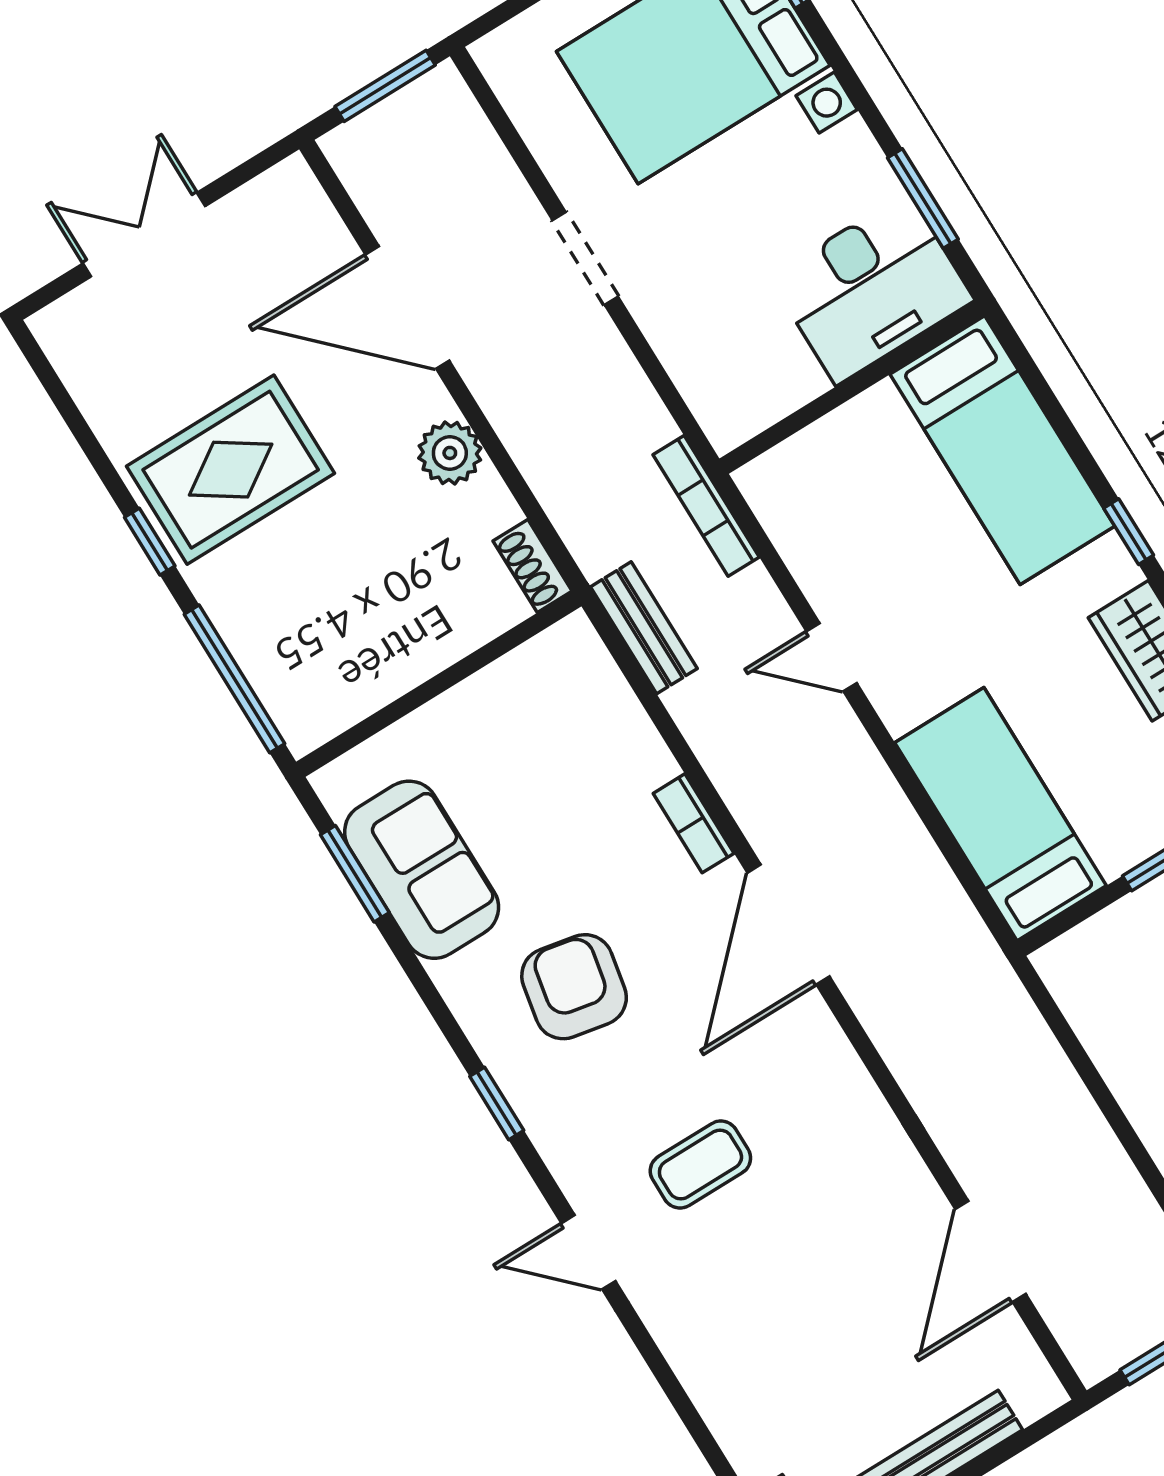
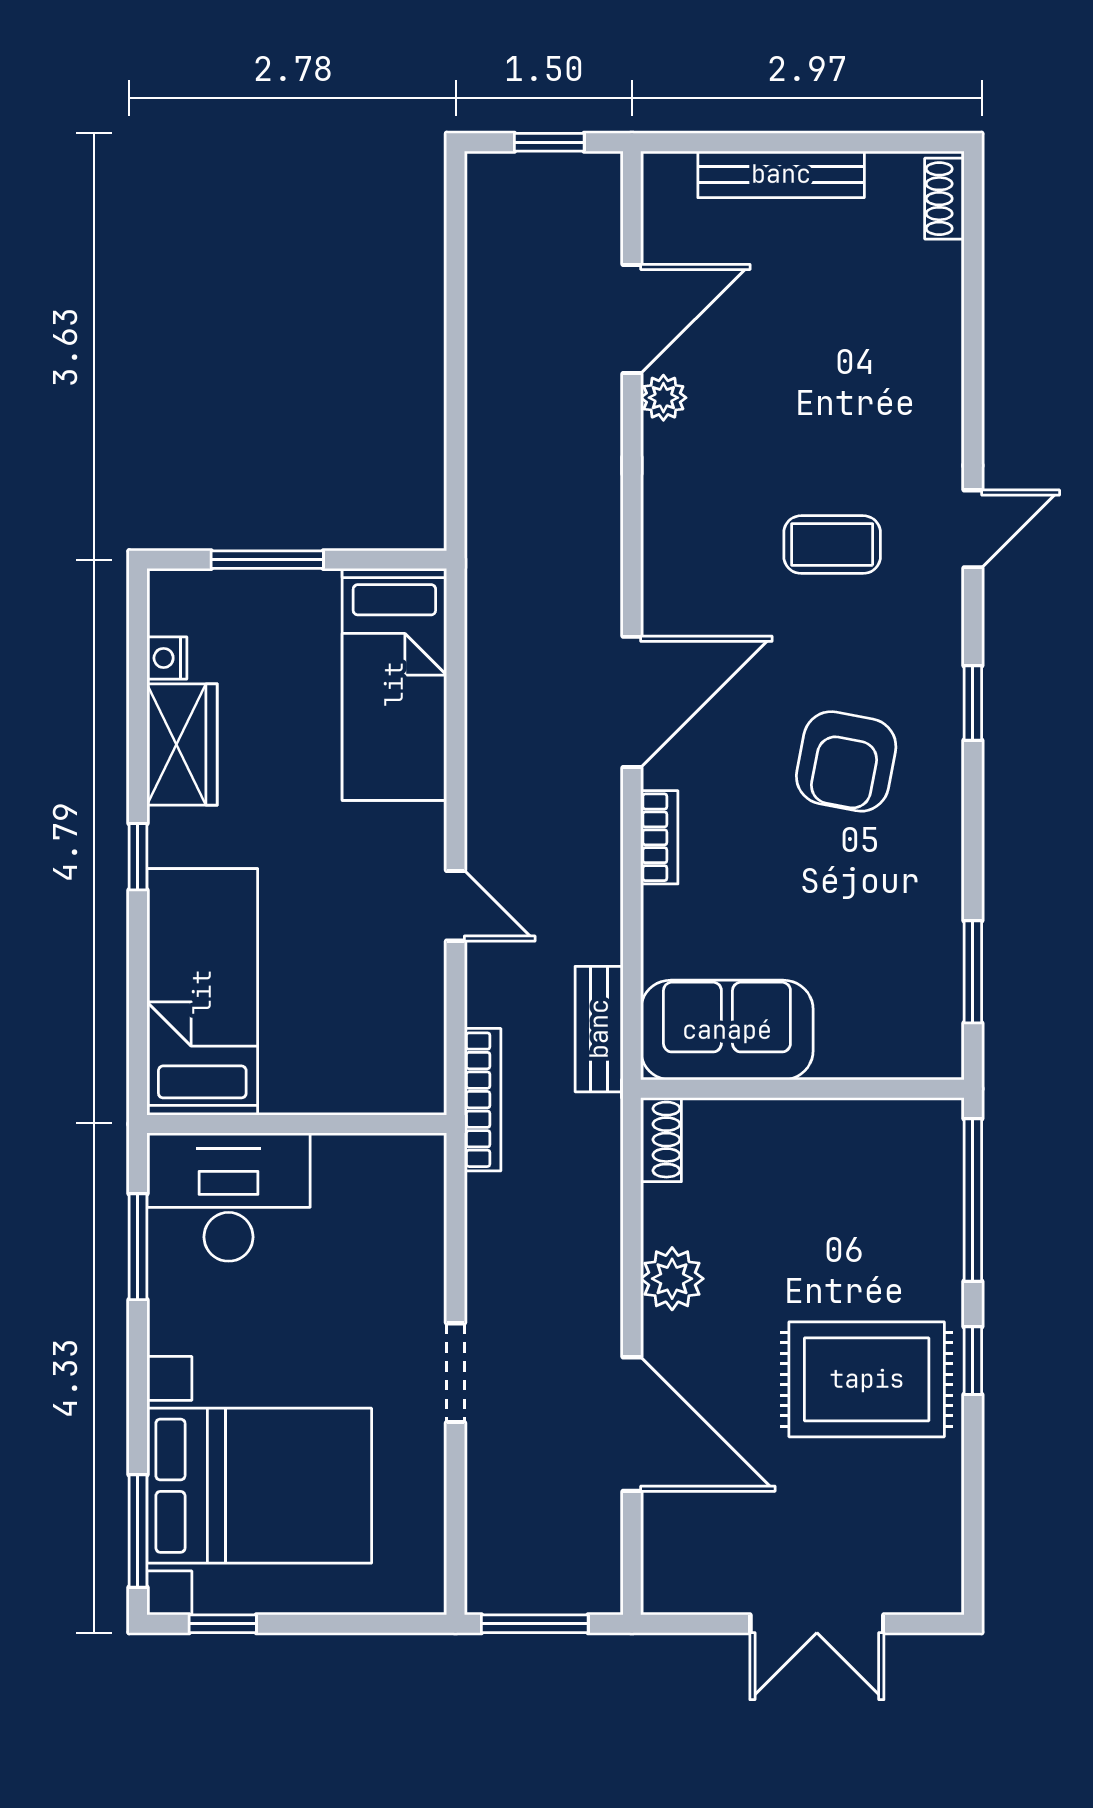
sofa: (422, 870) -> (727, 1030), moved, turned 90
plant: (922, 1201) -> (663, 398), added
door: (588, 1252) -> (973, 529), hinge flipped

